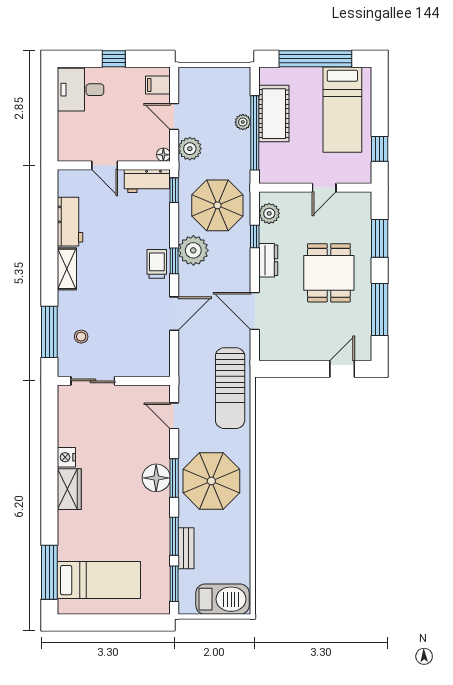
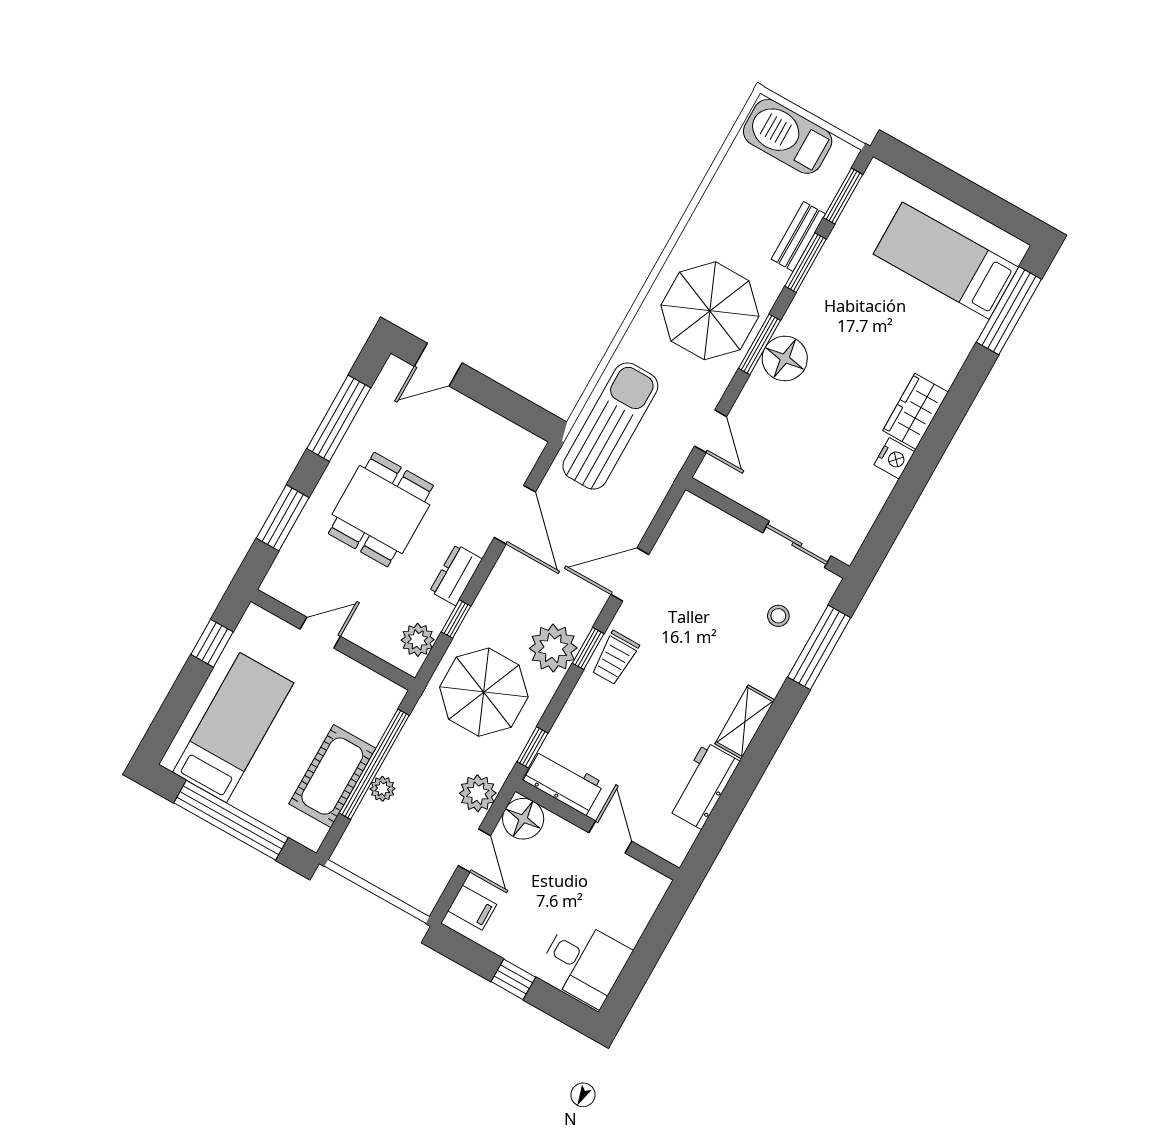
floor lamp: (163, 155) -> (523, 819), width x1.89, depth x1.89

